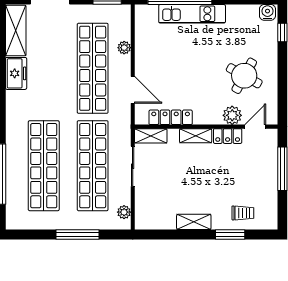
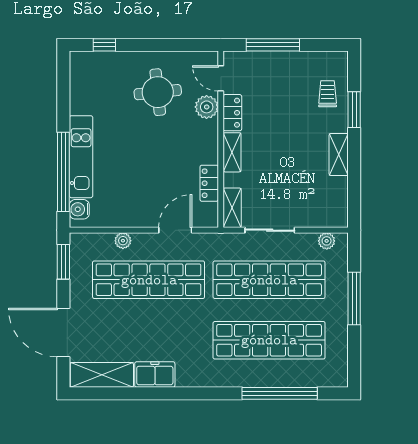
water cooler: (267, 12) -> (79, 209), moved
round table: (244, 76) -> (158, 92), turned -35
locker: (171, 117) -> (209, 183), width x0.66

